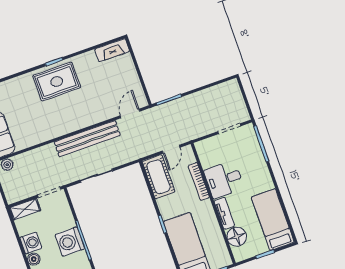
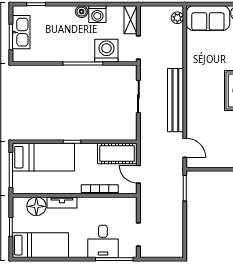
desk: (224, 180) -> (103, 241), moved, turned 180
washing machine: (70, 242) -> (106, 51), moved

